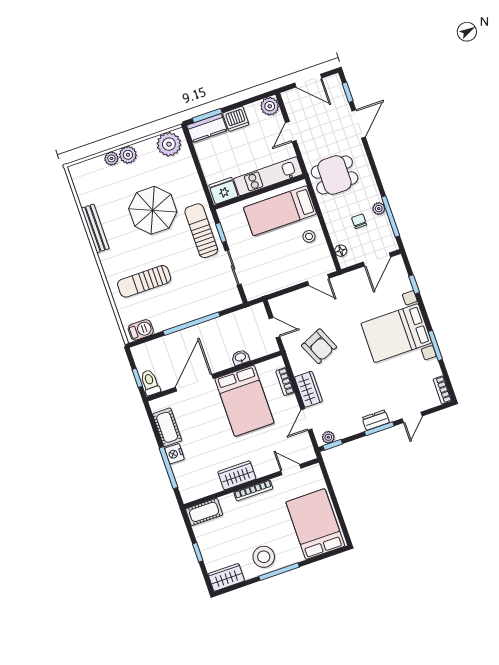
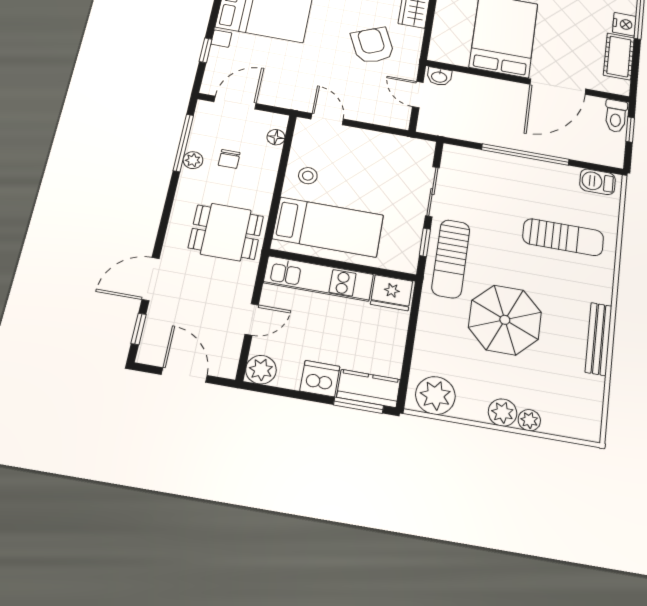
washbasin: (240, 357) -> (439, 77), moved
bookcase: (285, 382) -> (440, 30), removed

